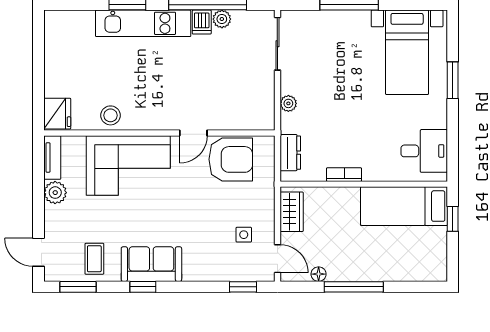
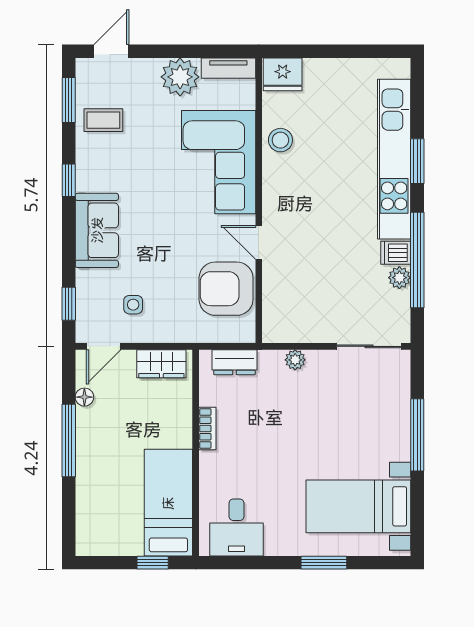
kitchen unit: (143, 23) -> (394, 159), width x1.36
armchair: (231, 159) -> (226, 289), turned 90
plant: (55, 193) -> (180, 77), width x1.36, depth x1.36
sofa: (151, 264) -> (97, 230), moved

